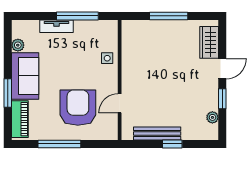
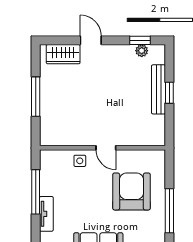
window: (222, 99) -> (140, 40), moved
door: (120, 103) -> (106, 148), moved
armchair: (78, 108) -> (131, 191), turned 90
bench: (157, 133) -> (158, 89), moved

